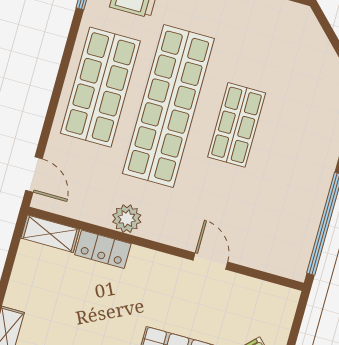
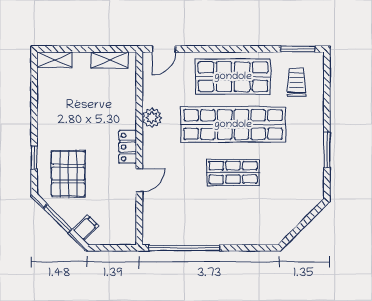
shelving: (50, 234) -> (109, 60), moved, turned 90
locker: (103, 249) -> (128, 147), moved

